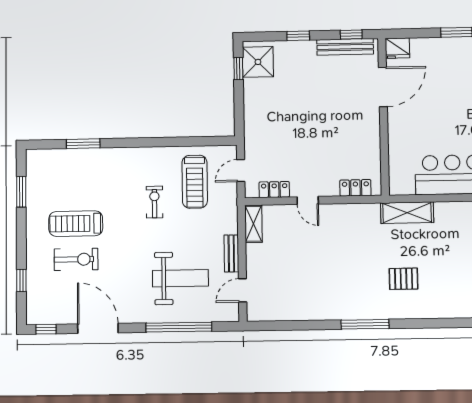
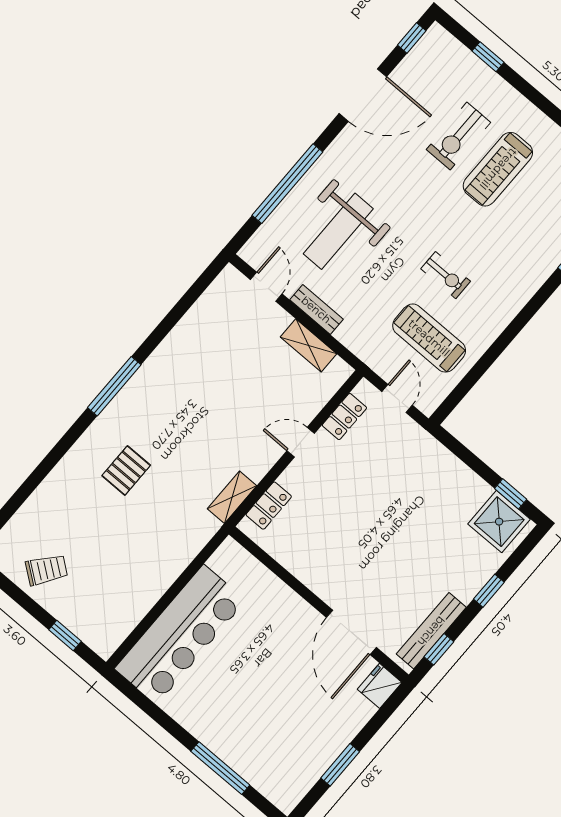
shelving: (407, 213) -> (232, 497), moved, width x0.67, depth x0.75
treadmill: (76, 224) -> (498, 169), turned 180
shelving: (254, 224) -> (308, 345), moved

